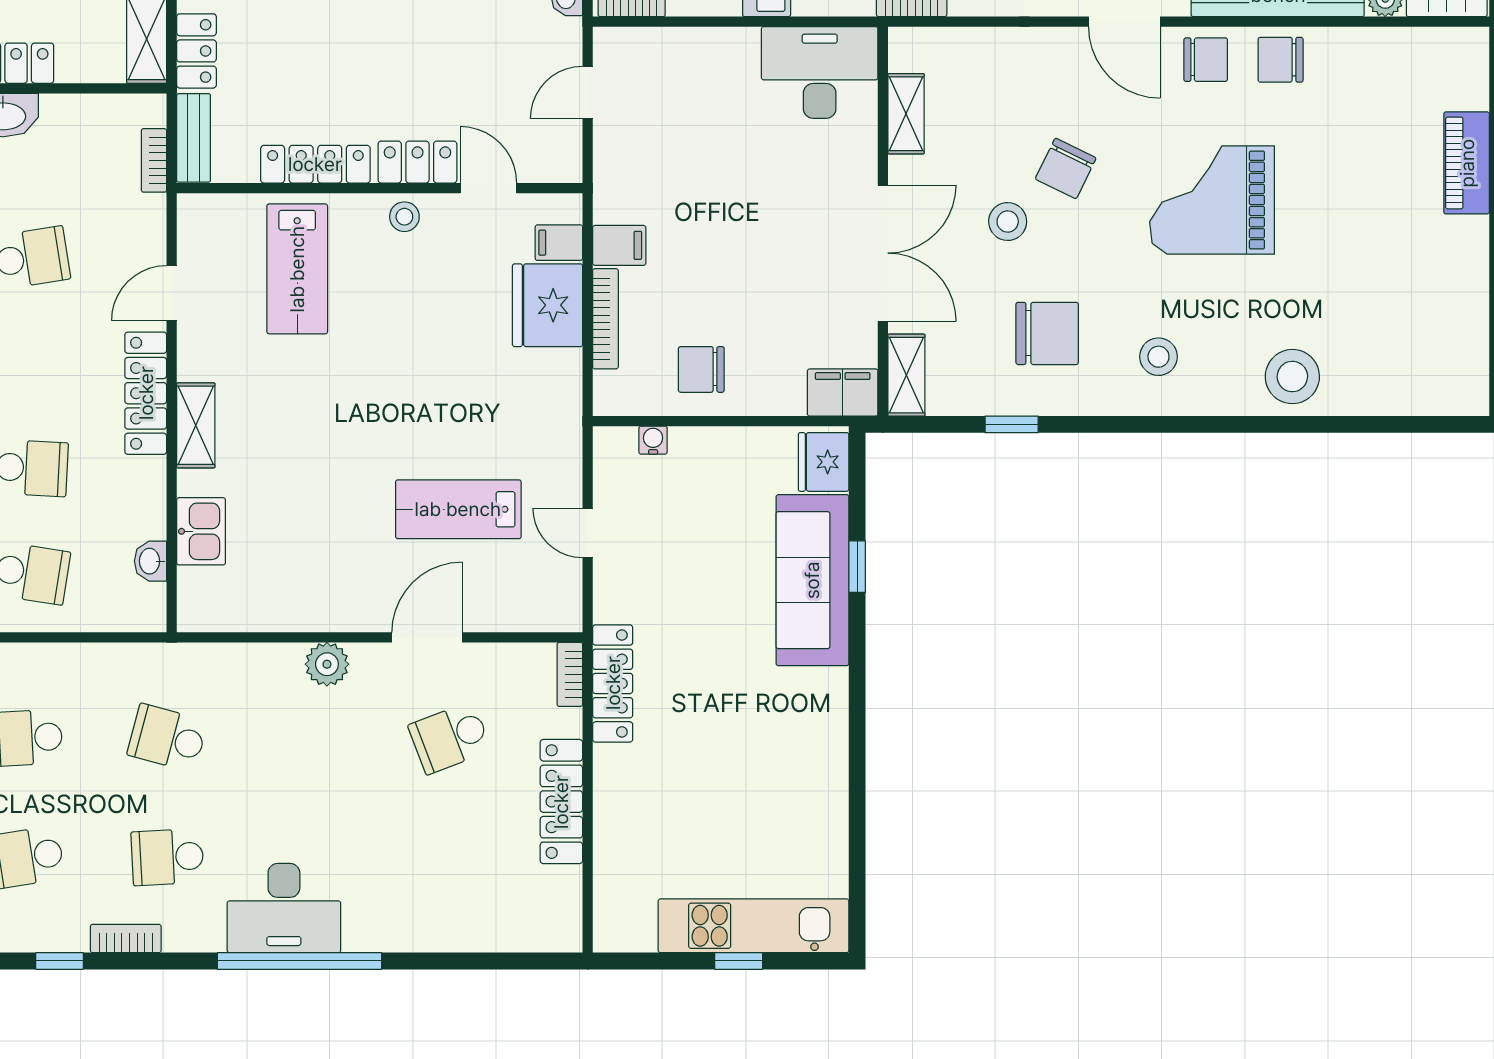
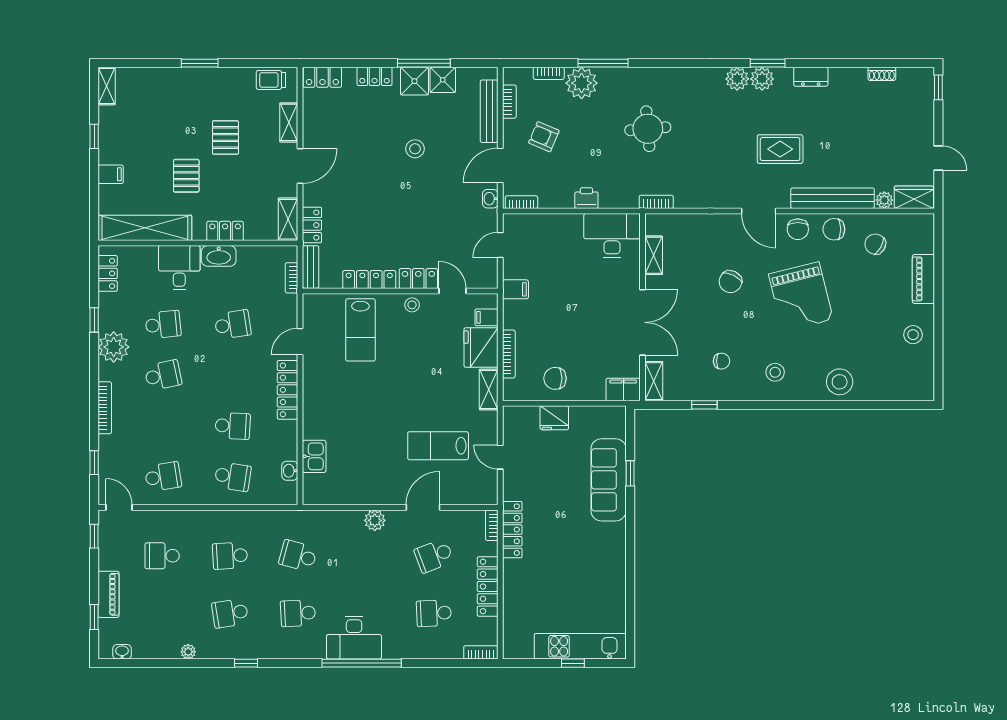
chair: (1206, 60) -> (798, 229), turned 90
chair: (1366, 91) -> (875, 244), added
grand piano: (1212, 200) -> (801, 297), turned -104
stool: (1008, 222) -> (913, 335), moved
filing cabinet: (619, 245) -> (515, 289), moved
chair: (1047, 333) -> (722, 361), width x0.54, depth x0.54
shelving: (196, 425) -> (489, 390), moved
water cooler: (653, 440) -> (532, 412), removed
fridge: (824, 462) -> (554, 418), moved, turned -90
school desk: (450, 857) -> (434, 613), added
bookcase: (126, 938) -> (481, 652), moved

